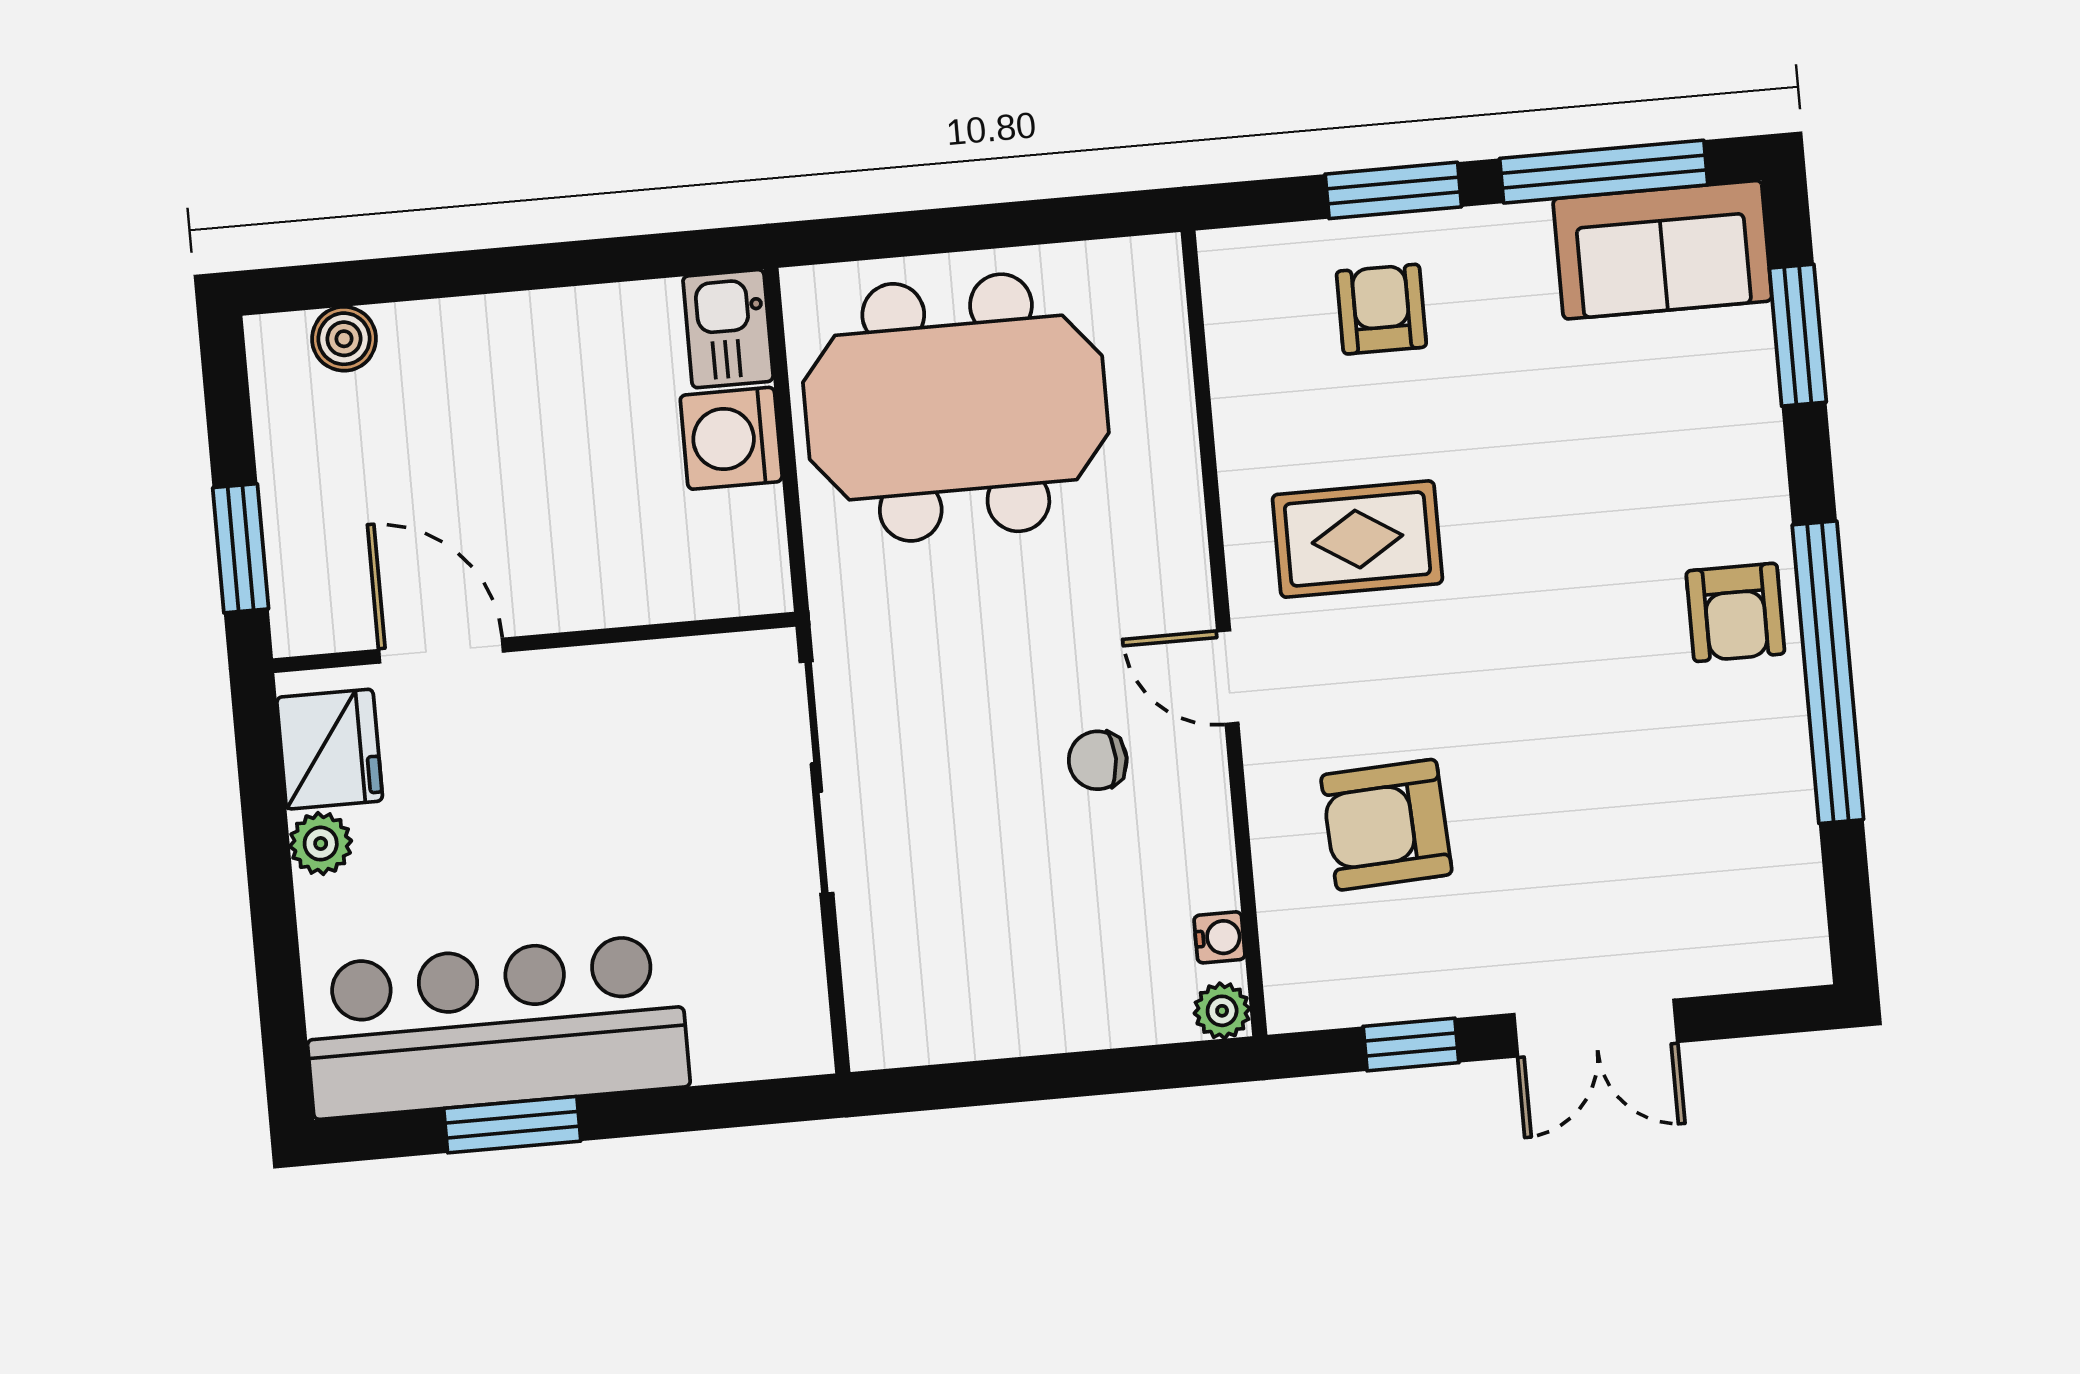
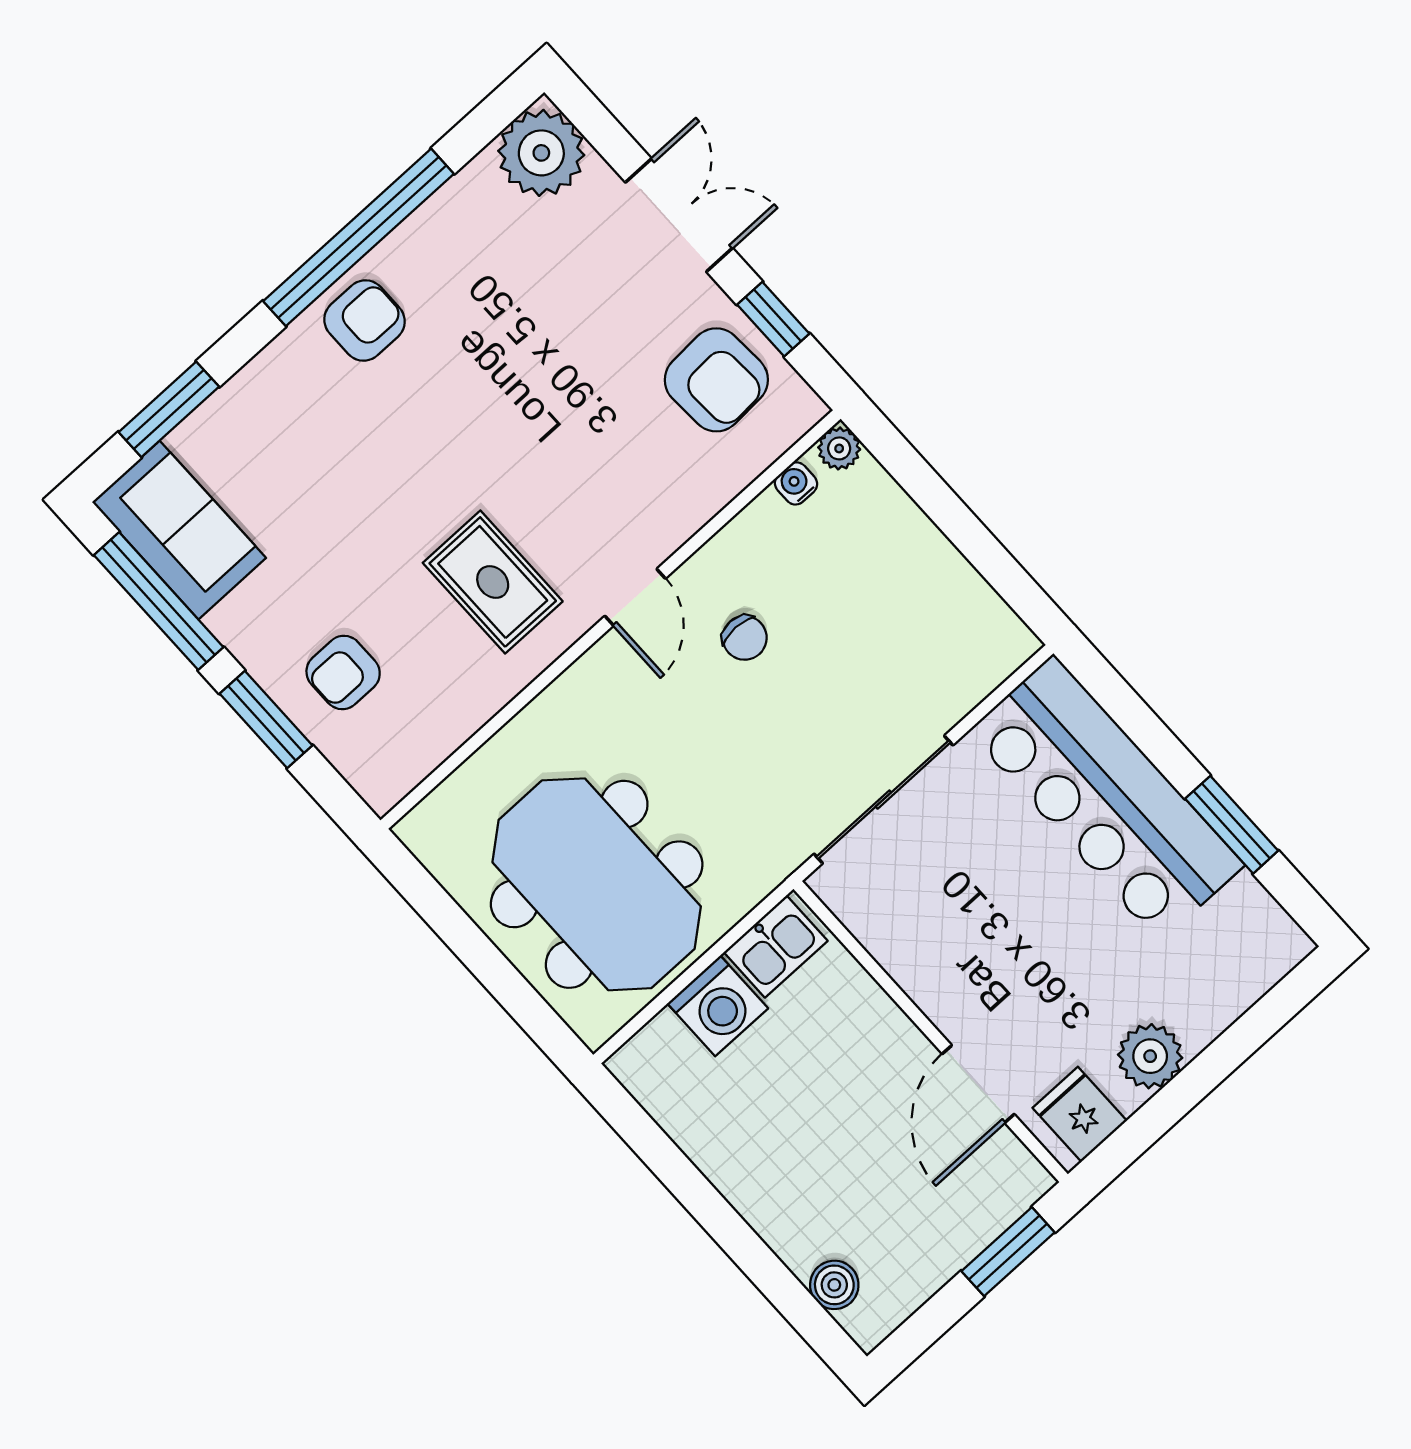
kitchen sink: (728, 329) -> (776, 947), moved
fridge: (330, 749) -> (1080, 1114), width x0.72
armchair: (1386, 825) -> (716, 380), moved
plant: (321, 844) -> (1150, 1056), width x1.38, depth x1.38
plant: (1771, 932) -> (541, 153), added
bar counter: (496, 1026) -> (1106, 798), moved

